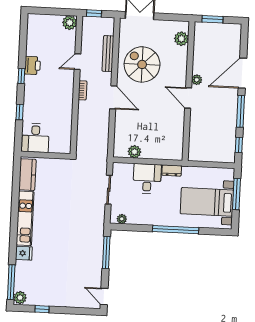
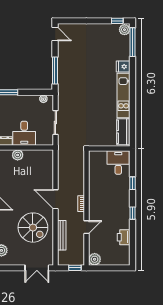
printer: (32, 65) -> (124, 237), moved
plant: (134, 152) -> (18, 155), moved
window: (42, 309) -> (117, 21), moved

